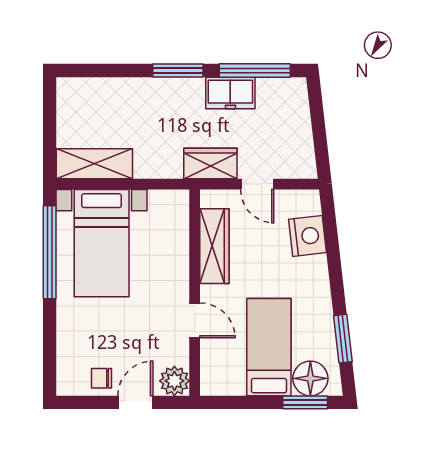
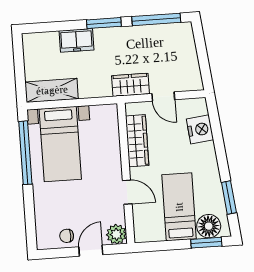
freezer: (230, 93) -> (76, 40), moved

